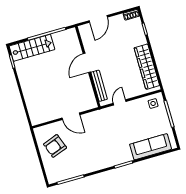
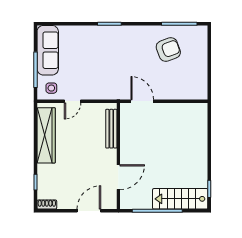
door: (87, 63) -> (118, 177), moved
door: (120, 102) -> (73, 101), moved
door: (71, 116) -> (142, 101), moved
armchair: (55, 146) -> (168, 49), moved
sofa: (151, 147) -> (48, 50), moved, turned -90

